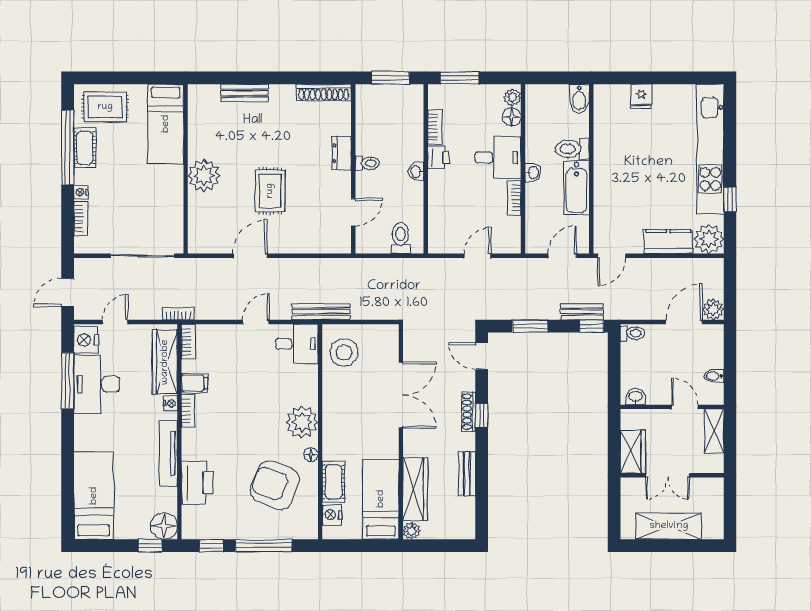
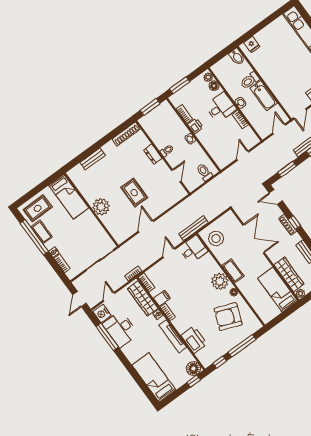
fridge: (641, 96) -> (252, 44), moved
cot: (334, 482) -> (233, 271), moved
nightstand: (332, 515) -> (261, 311), removed

